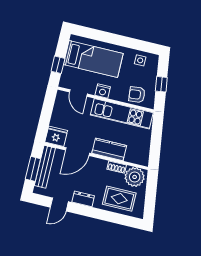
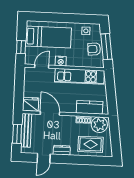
window: (161, 84) -> (106, 47), width x2.17
door: (78, 93) -> (42, 66), swing flipped
armchair: (137, 95) -> (94, 49), moved
kitchen counter: (109, 149) -> (90, 107), moved
door: (78, 152) -> (50, 113), swing flipped

